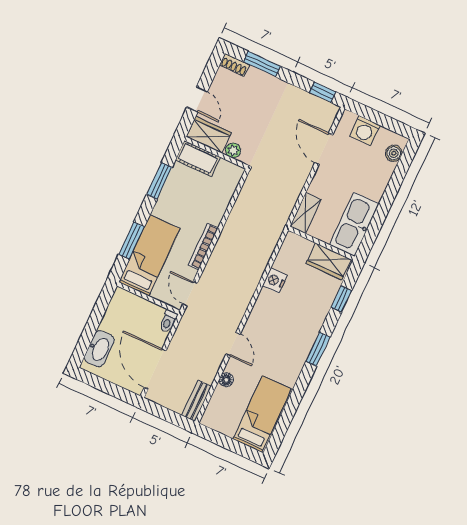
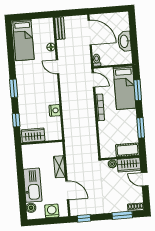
shelving: (306, 213) -> (59, 167), moved
kitchen sink: (354, 224) -> (33, 185), moved
washbasin: (99, 349) -> (124, 41), moved

